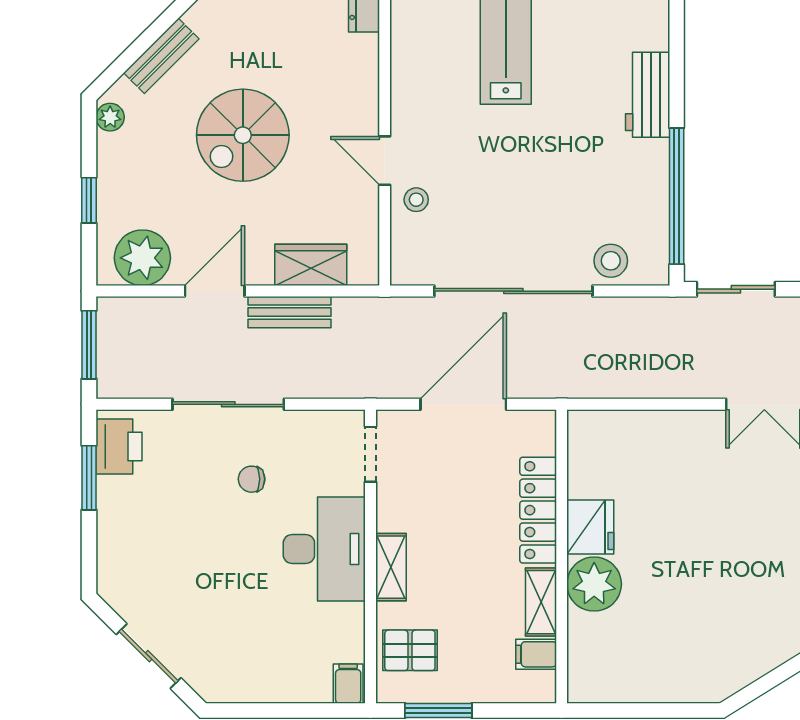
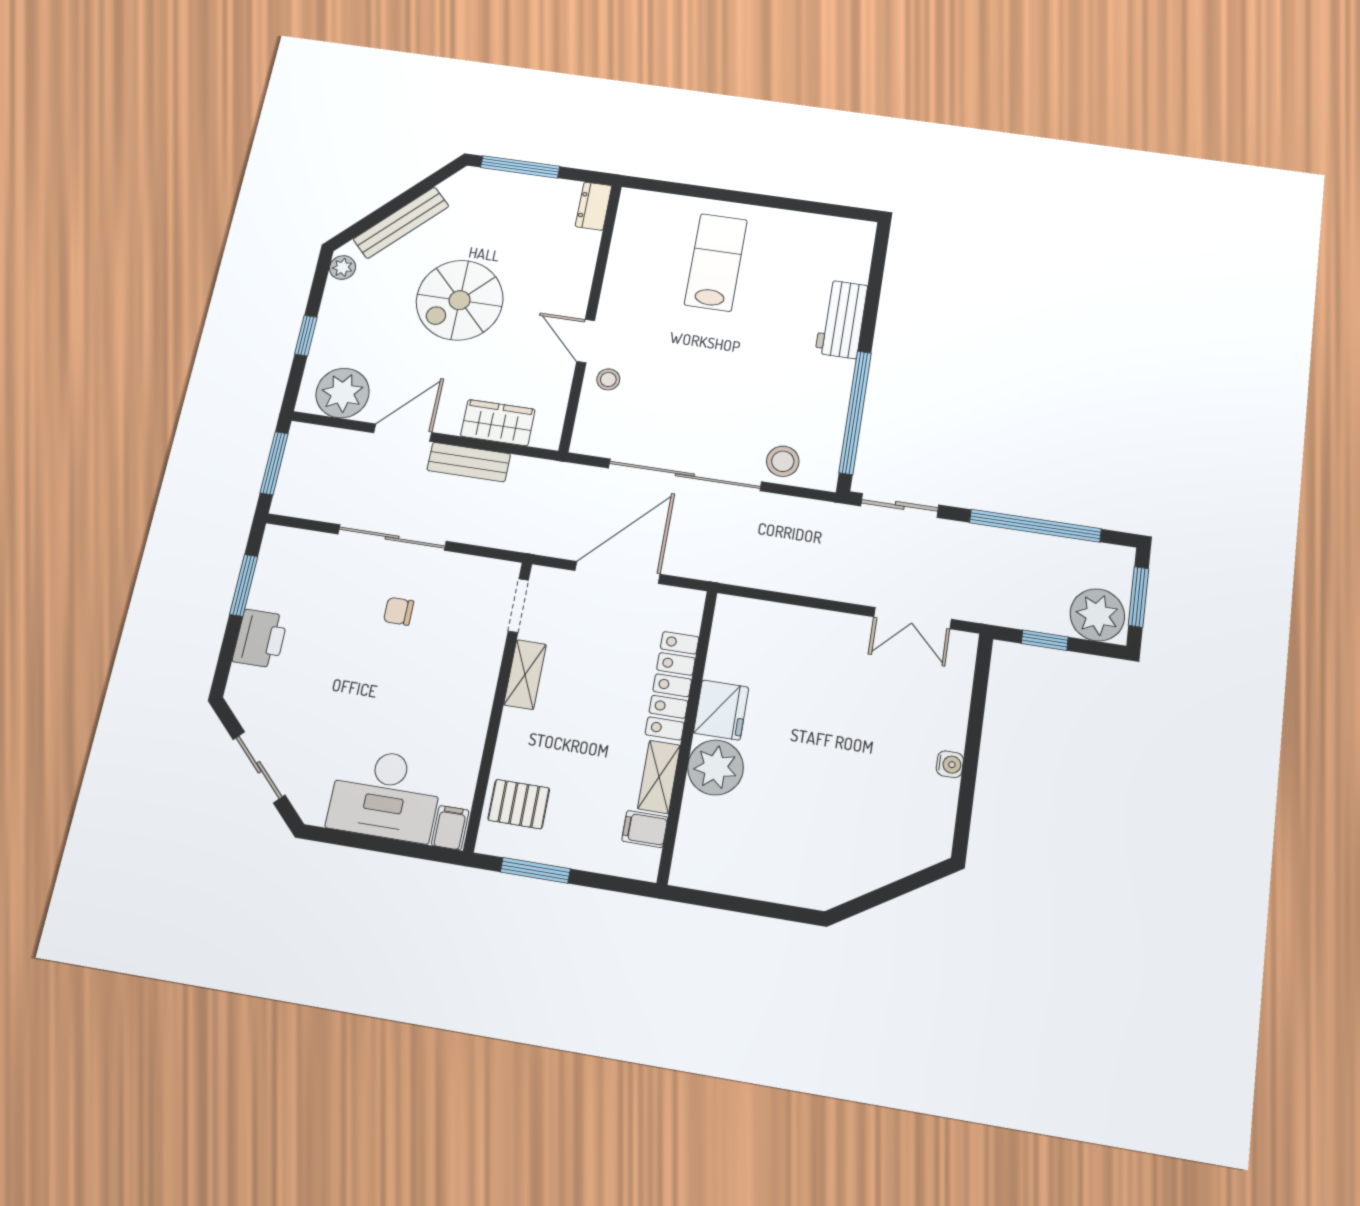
bench: (161, 56) -> (401, 223), width x1.36
printer: (119, 447) -> (260, 639), moved
desk: (324, 549) -> (385, 795), moved, turned 90
shelving: (391, 567) -> (525, 675), moved

